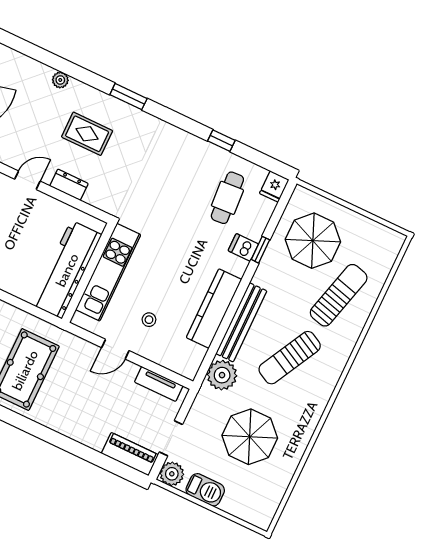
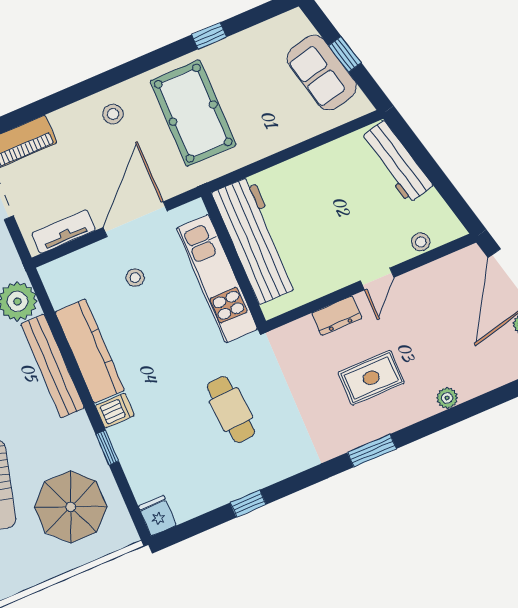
cafe table: (227, 198) -> (231, 409), moved
dishwasher: (243, 247) -> (115, 411), moved
door: (115, 349) -> (135, 219), width x1.87
stool: (66, 415) -> (113, 114), added

